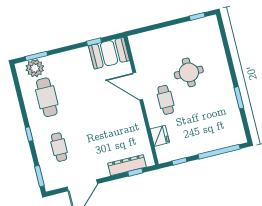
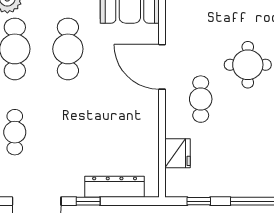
cafe table: (79, 89) -> (68, 49), added
window: (135, 172) -> (88, 201), moved

